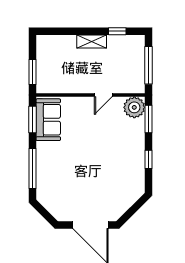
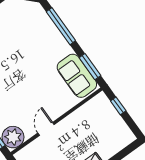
window: (32, 72) -> (118, 106), width x0.67

